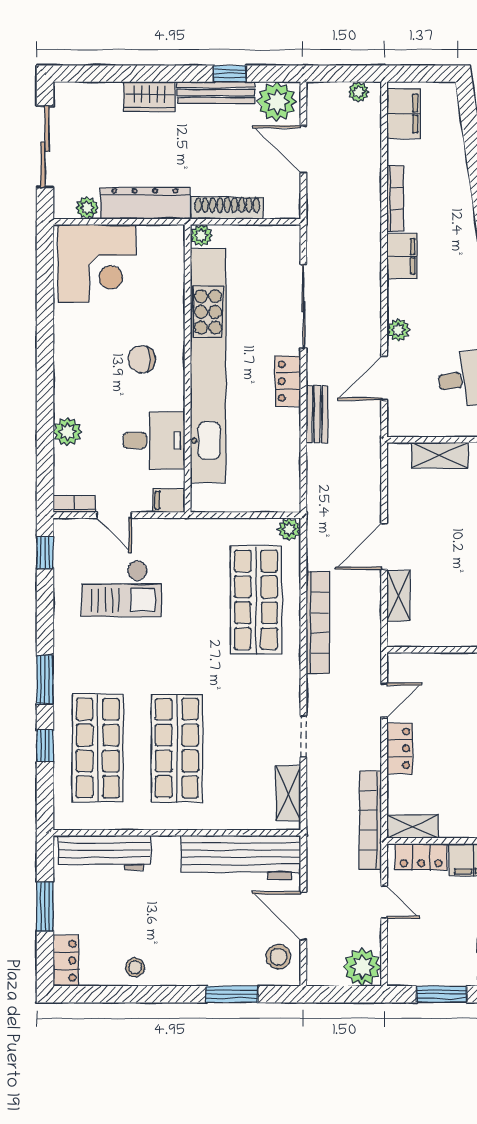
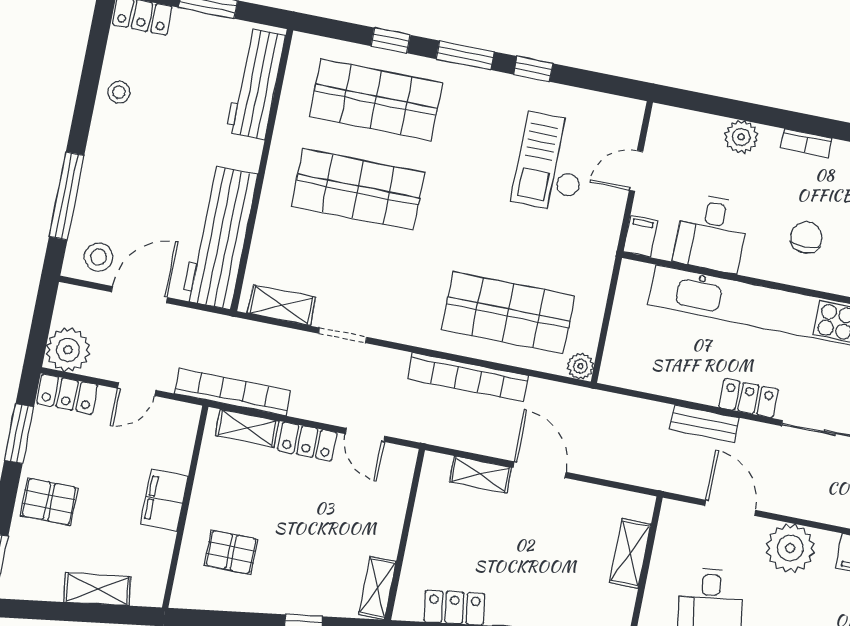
plant: (398, 330) -> (790, 548), width x1.87, depth x1.87
bookcase: (74, 504) -> (806, 143), moved, turned 90
window: (45, 553) -> (533, 69), moved
shelving: (413, 827) -> (247, 428), moved, turned 90
locker: (421, 857) -> (67, 394), moved, turned -90
window: (232, 994) -> (67, 196), width x1.44

